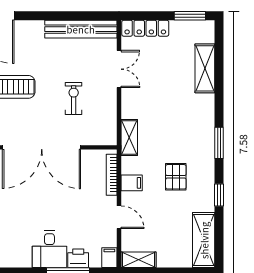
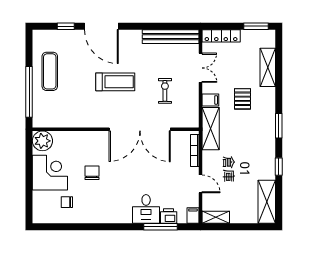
shelving: (129, 137) -> (211, 129), width x1.50, depth x1.33
pallet: (176, 177) -> (242, 99), moved
filing cabinet: (132, 183) -> (210, 100), moved

